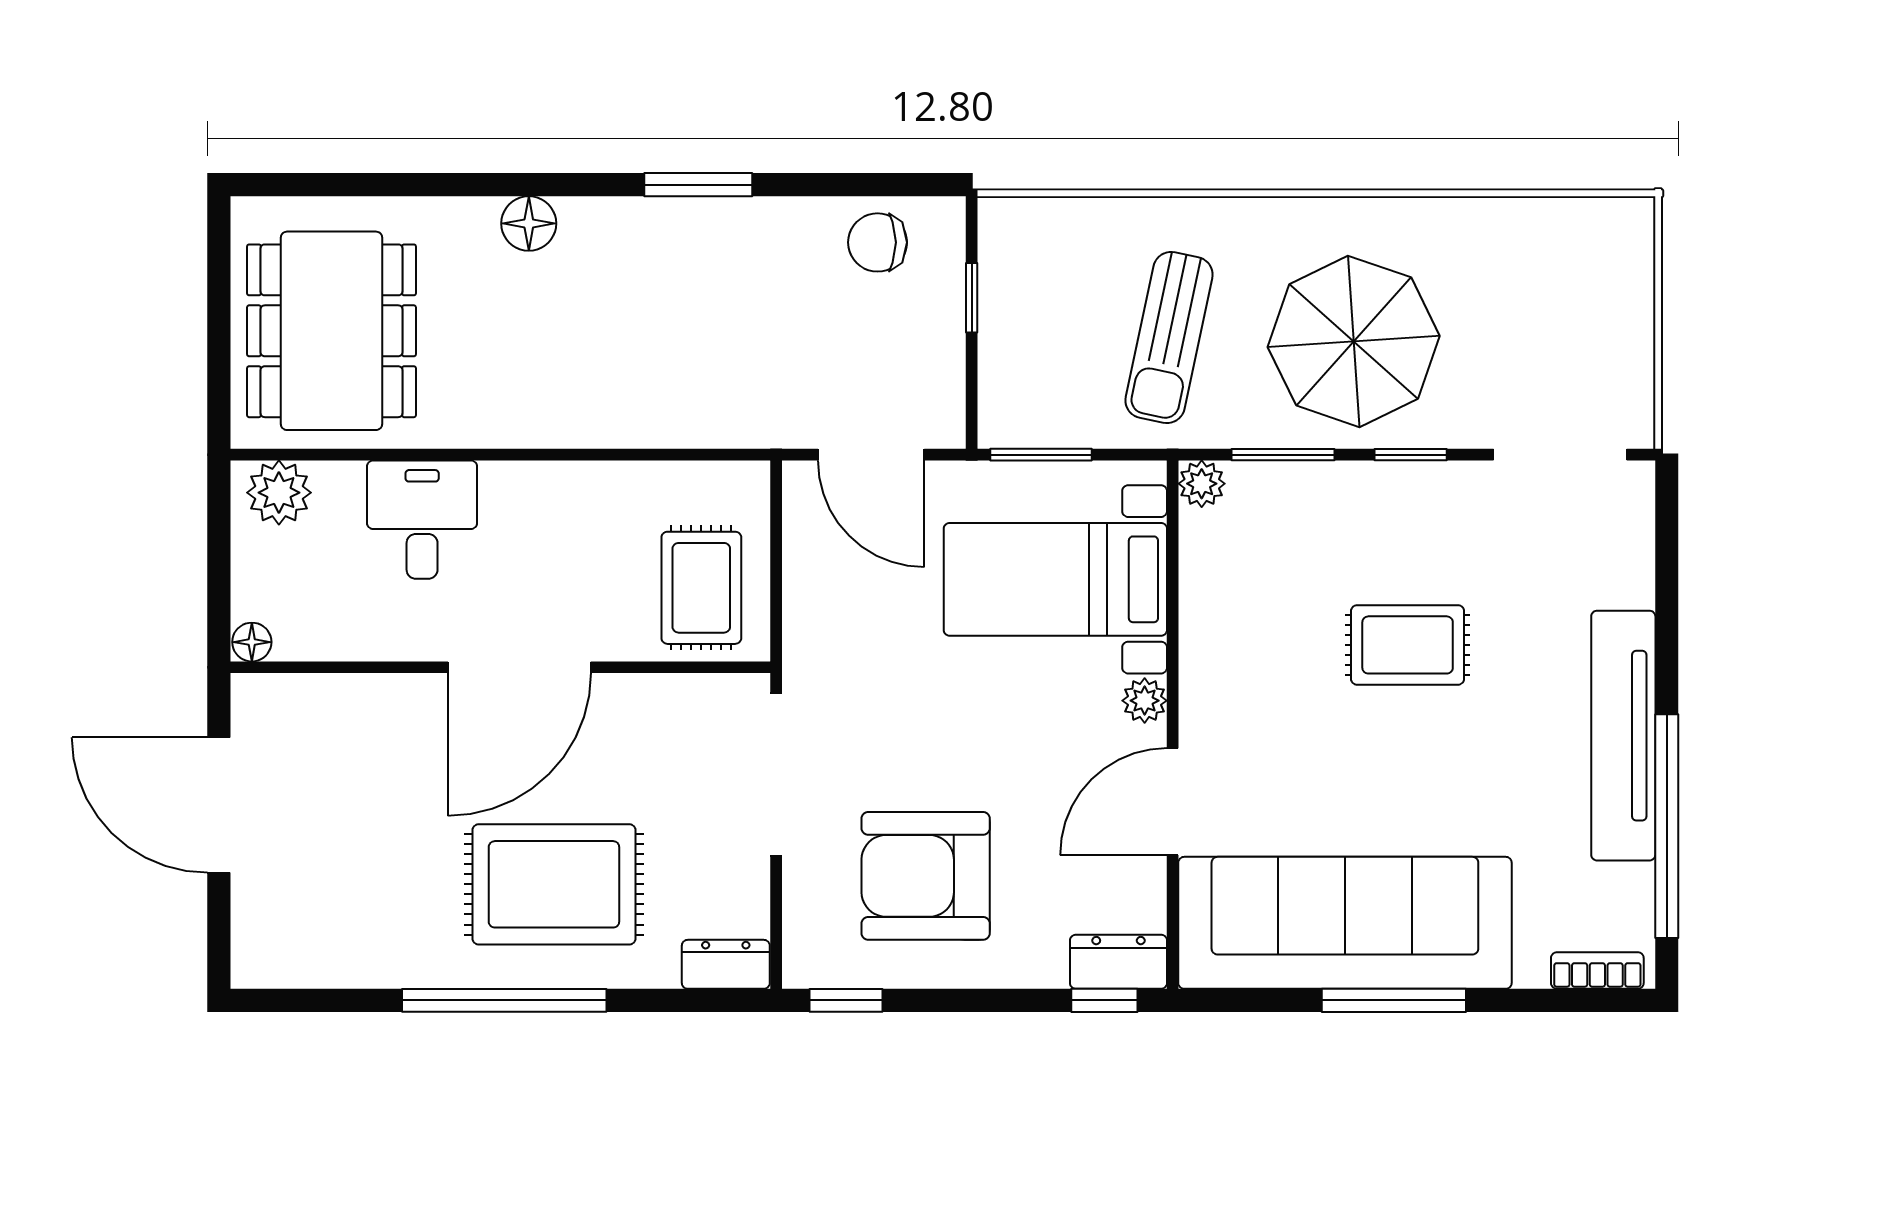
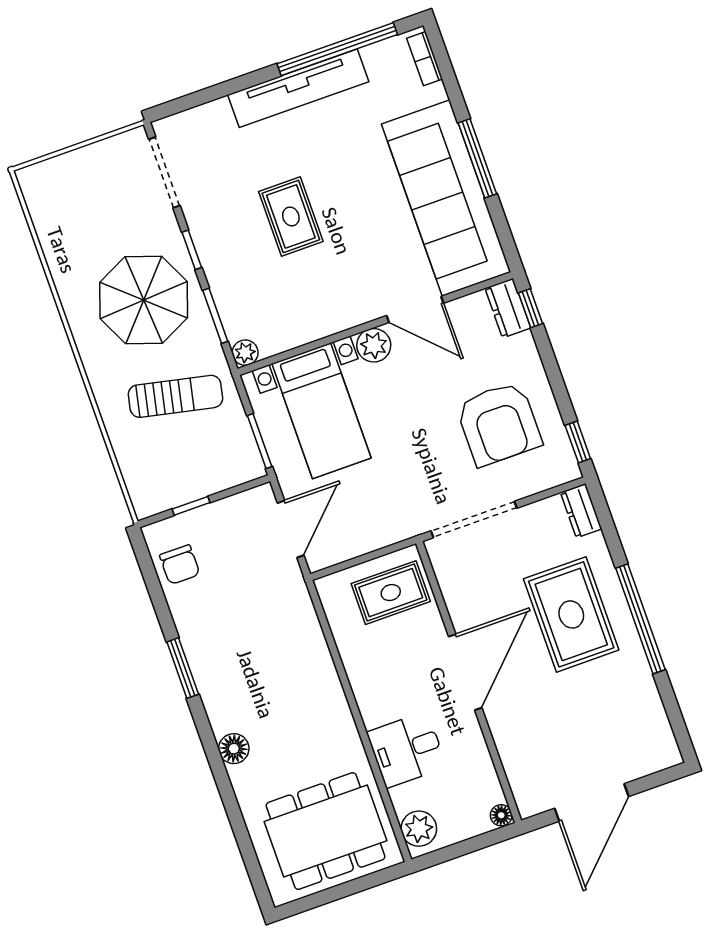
door: (519, 667) -> (465, 672), hinge flipped
plant: (1145, 701) -> (374, 345), width x1.38, depth x1.38

